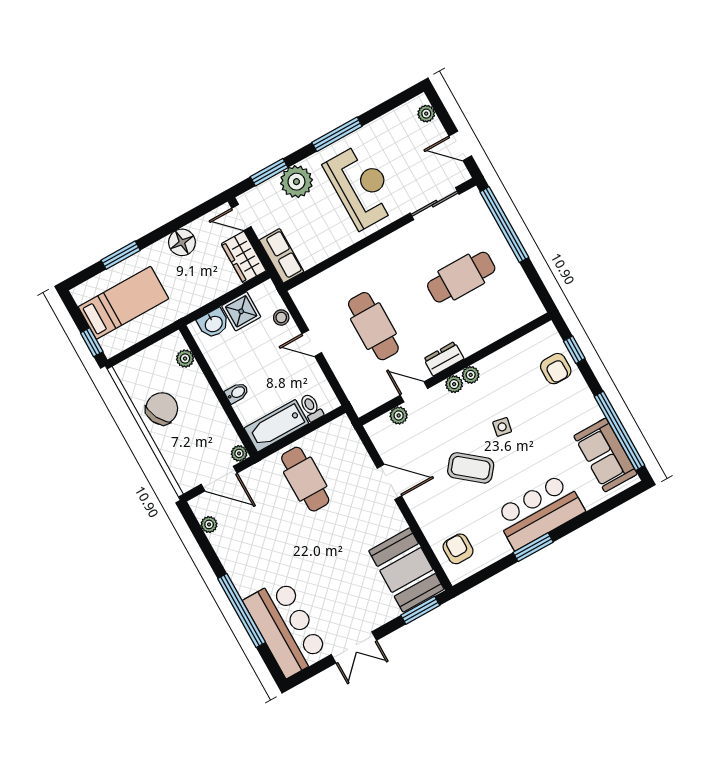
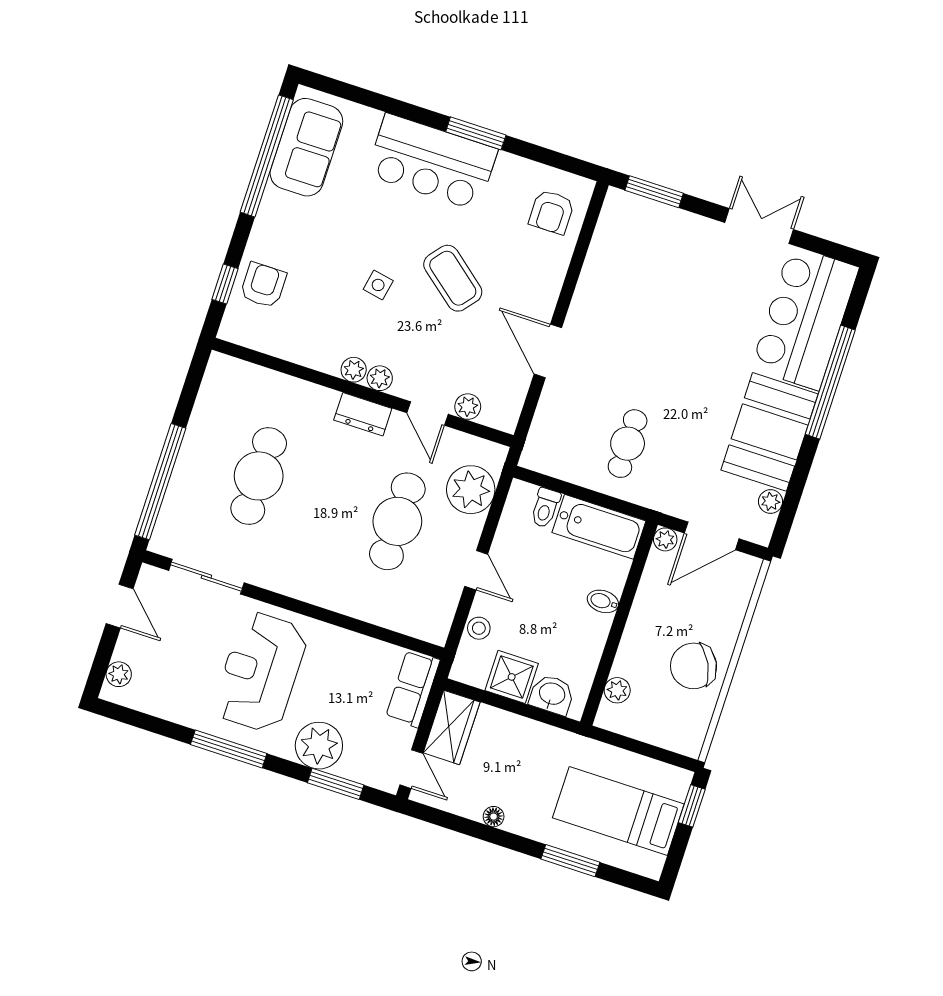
floor lamp: (182, 242) -> (494, 817), width x0.53, depth x0.53
cafe table: (461, 277) -> (259, 476), turned 90
plant: (355, 378) -> (471, 490), added
door: (219, 479) -> (712, 536), swing flipped
cafe table: (305, 479) -> (628, 444), width x0.73, depth x0.74
booth: (406, 570) -> (770, 432), moved

